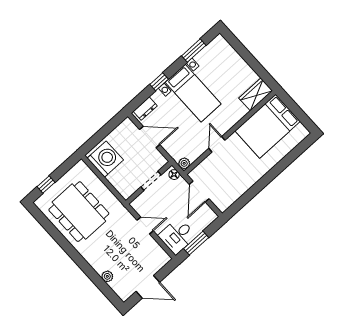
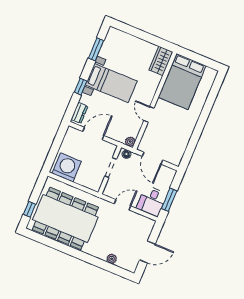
dining table: (79, 212) -> (65, 218), width x1.36, depth x1.24

